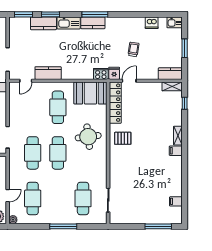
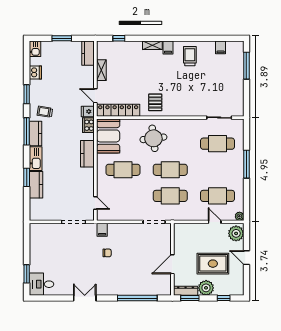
window: (23, 14) -> (27, 94), moved
trolley: (134, 49) -> (45, 112), moved
kitchen counter: (48, 73) -> (87, 154), moved
shelving: (172, 86) -> (101, 70), moved
trolley: (167, 172) -> (190, 56), added

